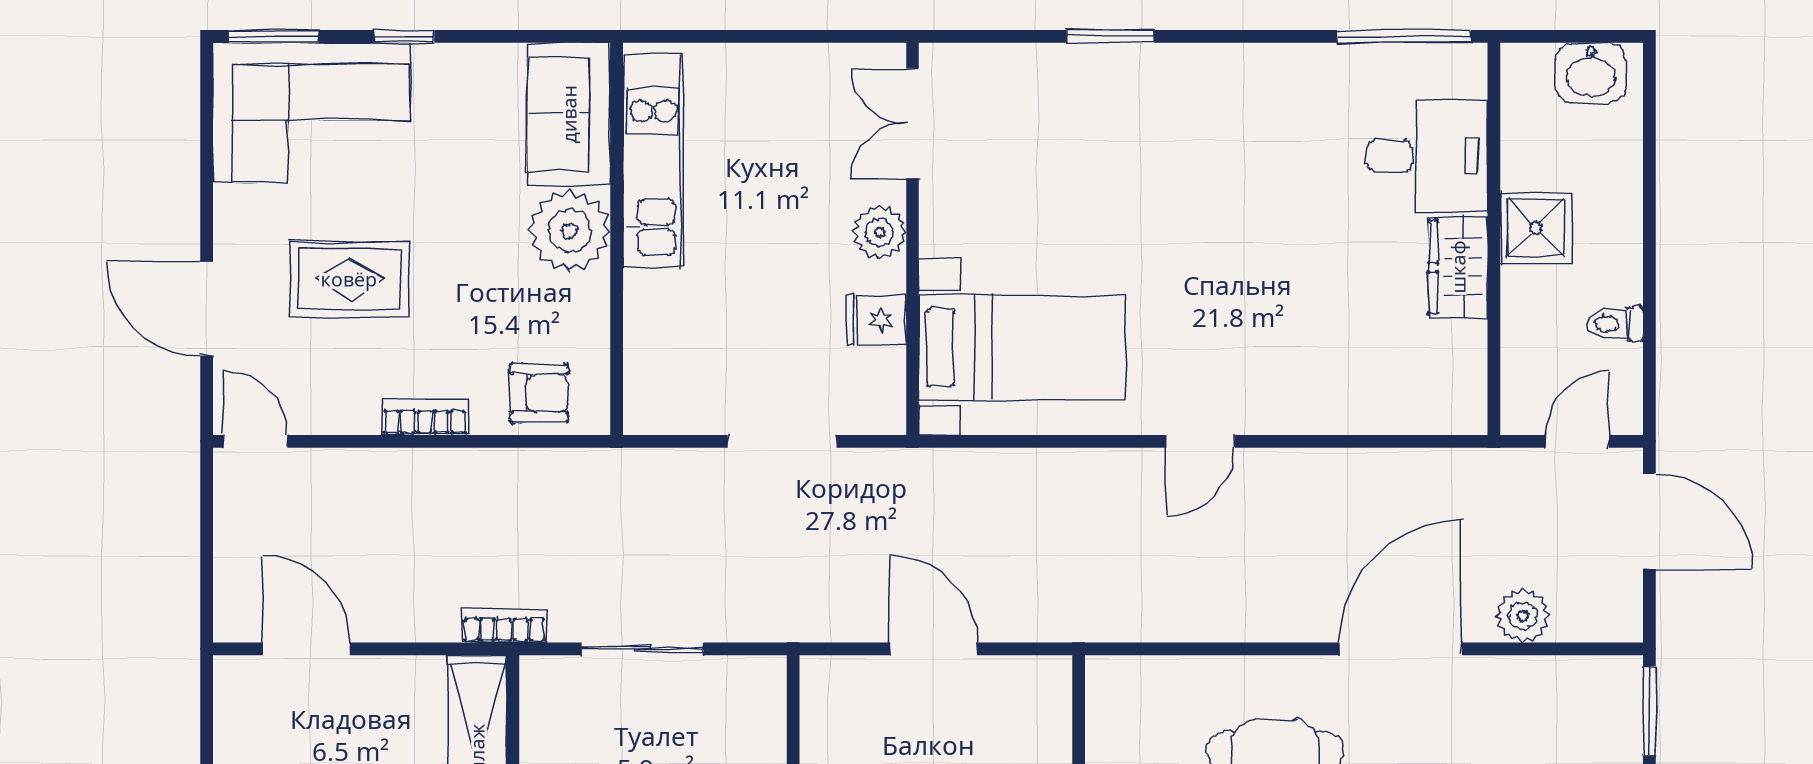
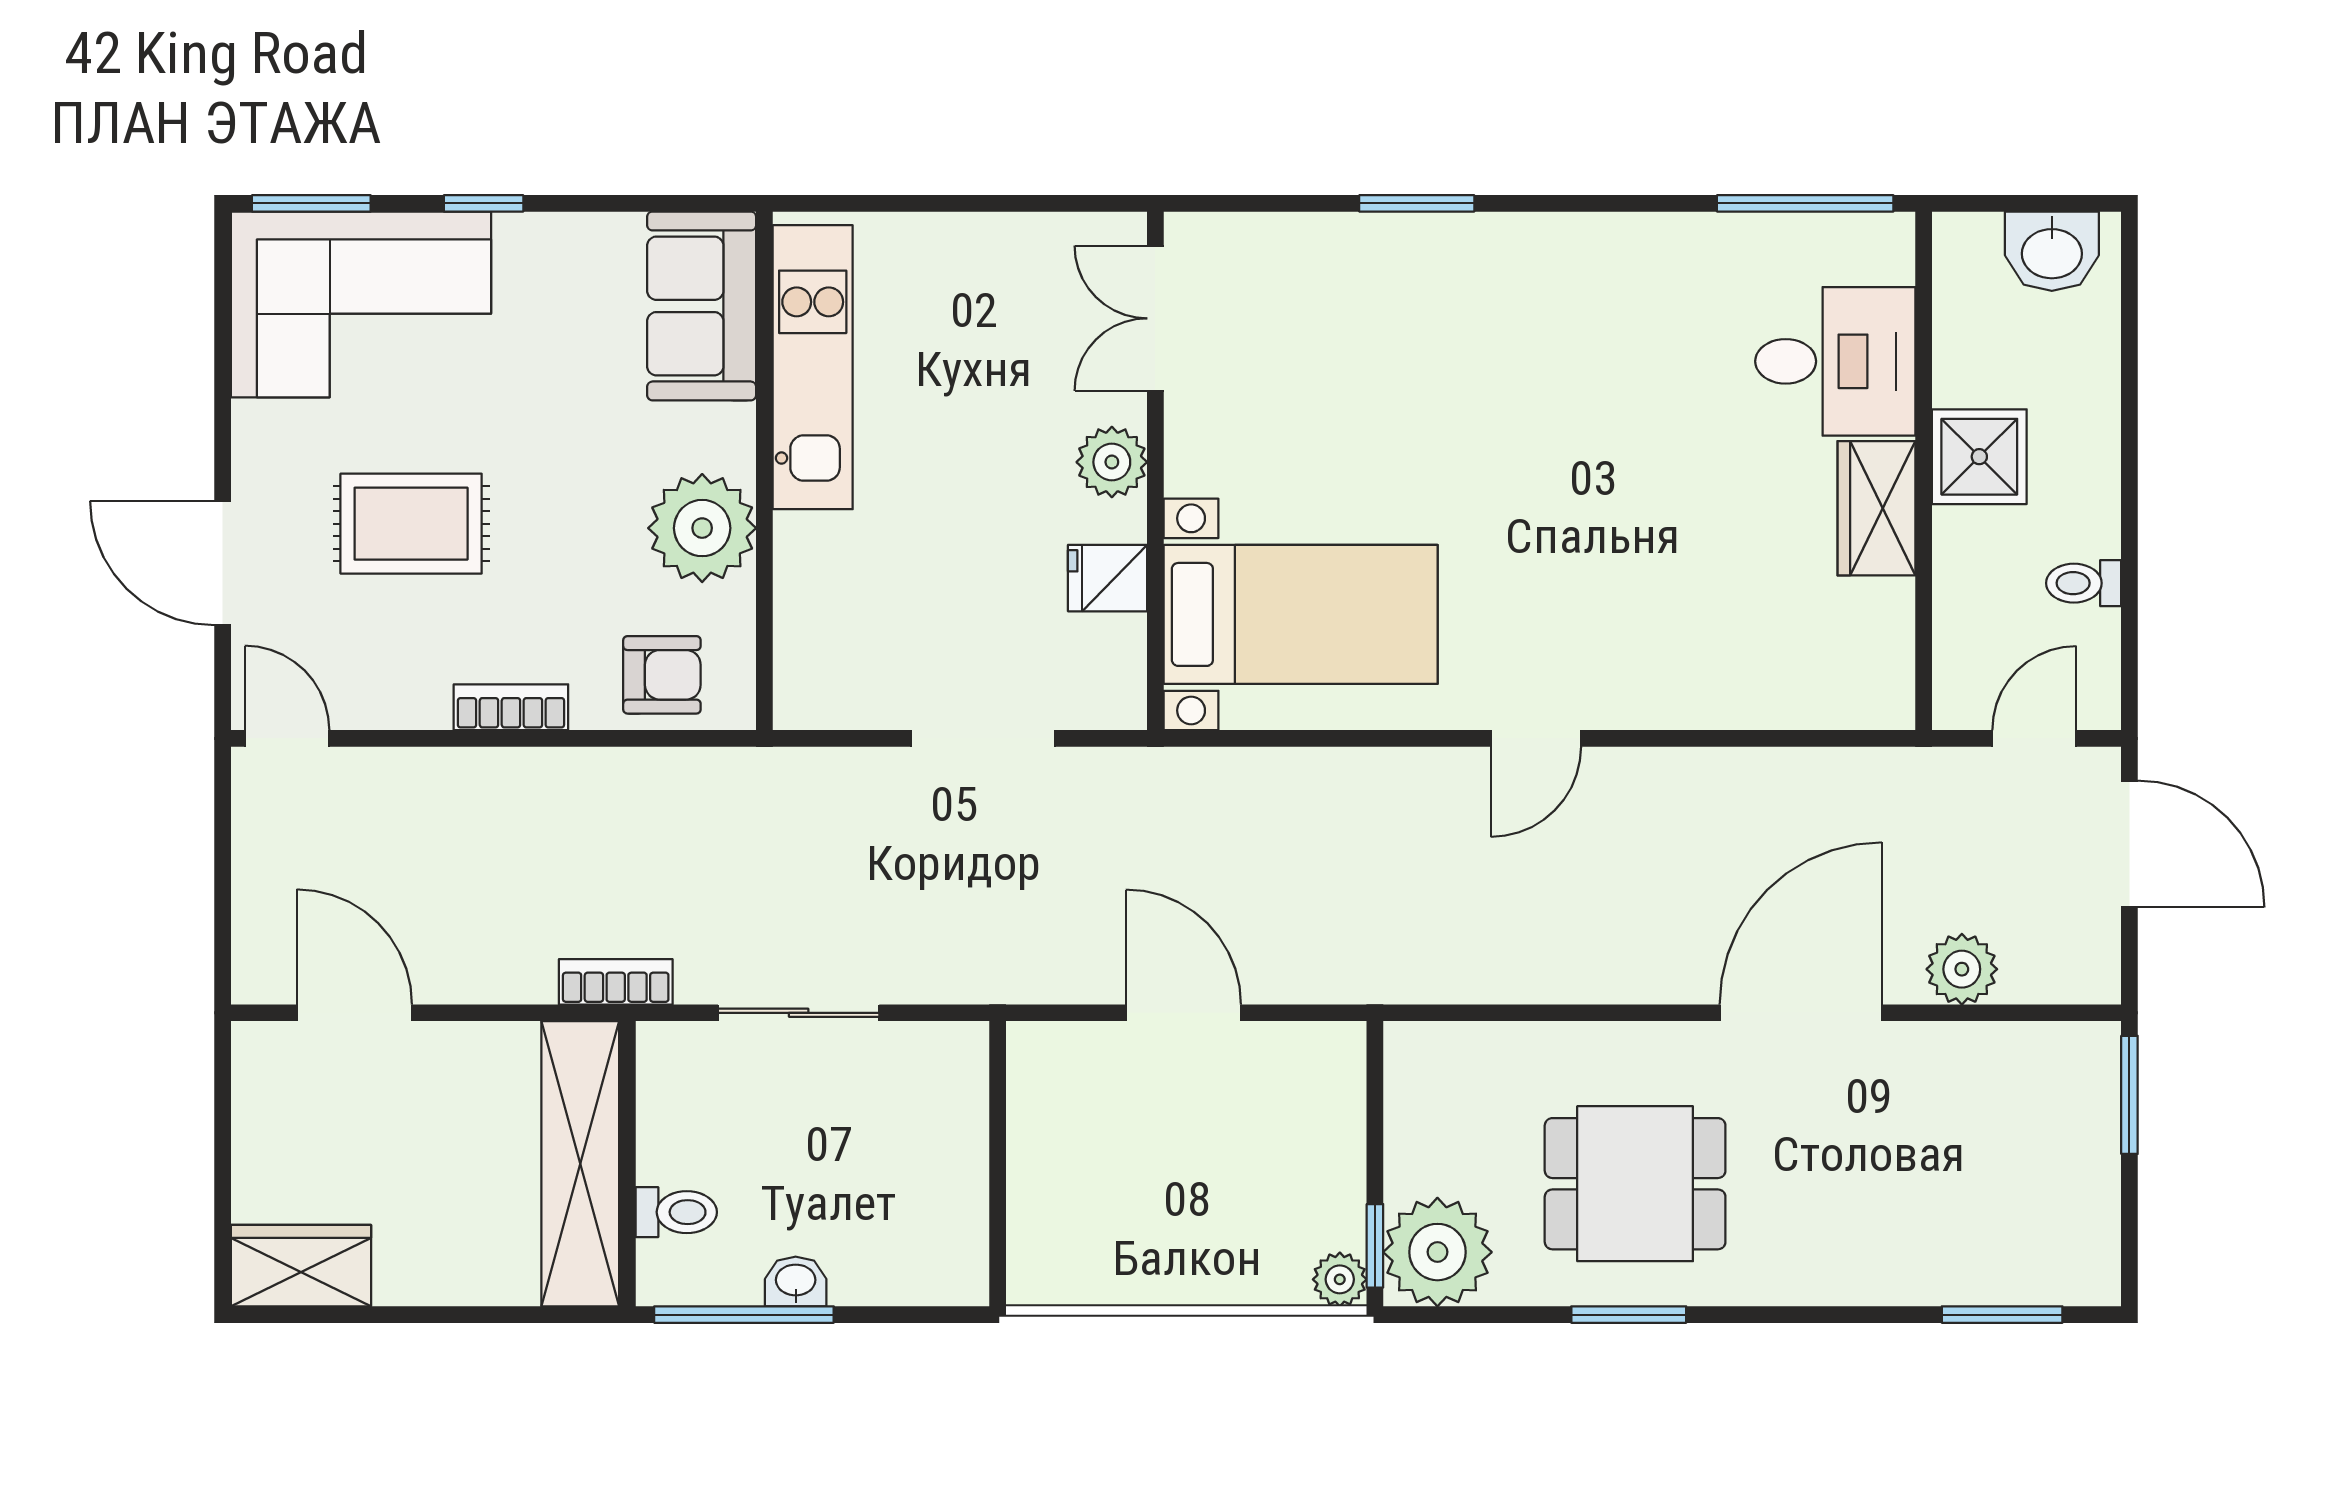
plant: (570, 231) -> (702, 528), moved

